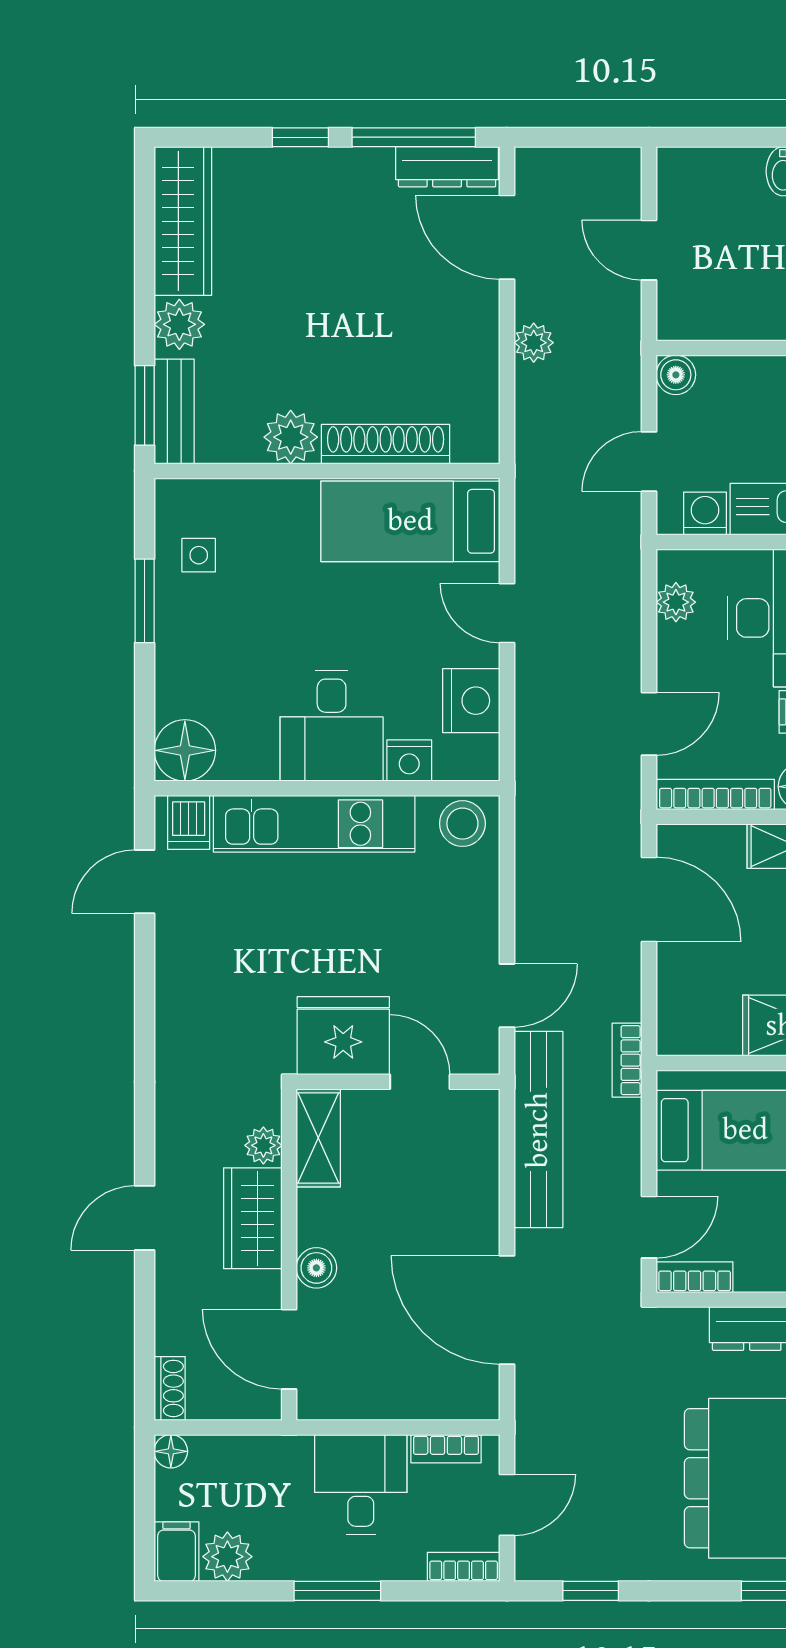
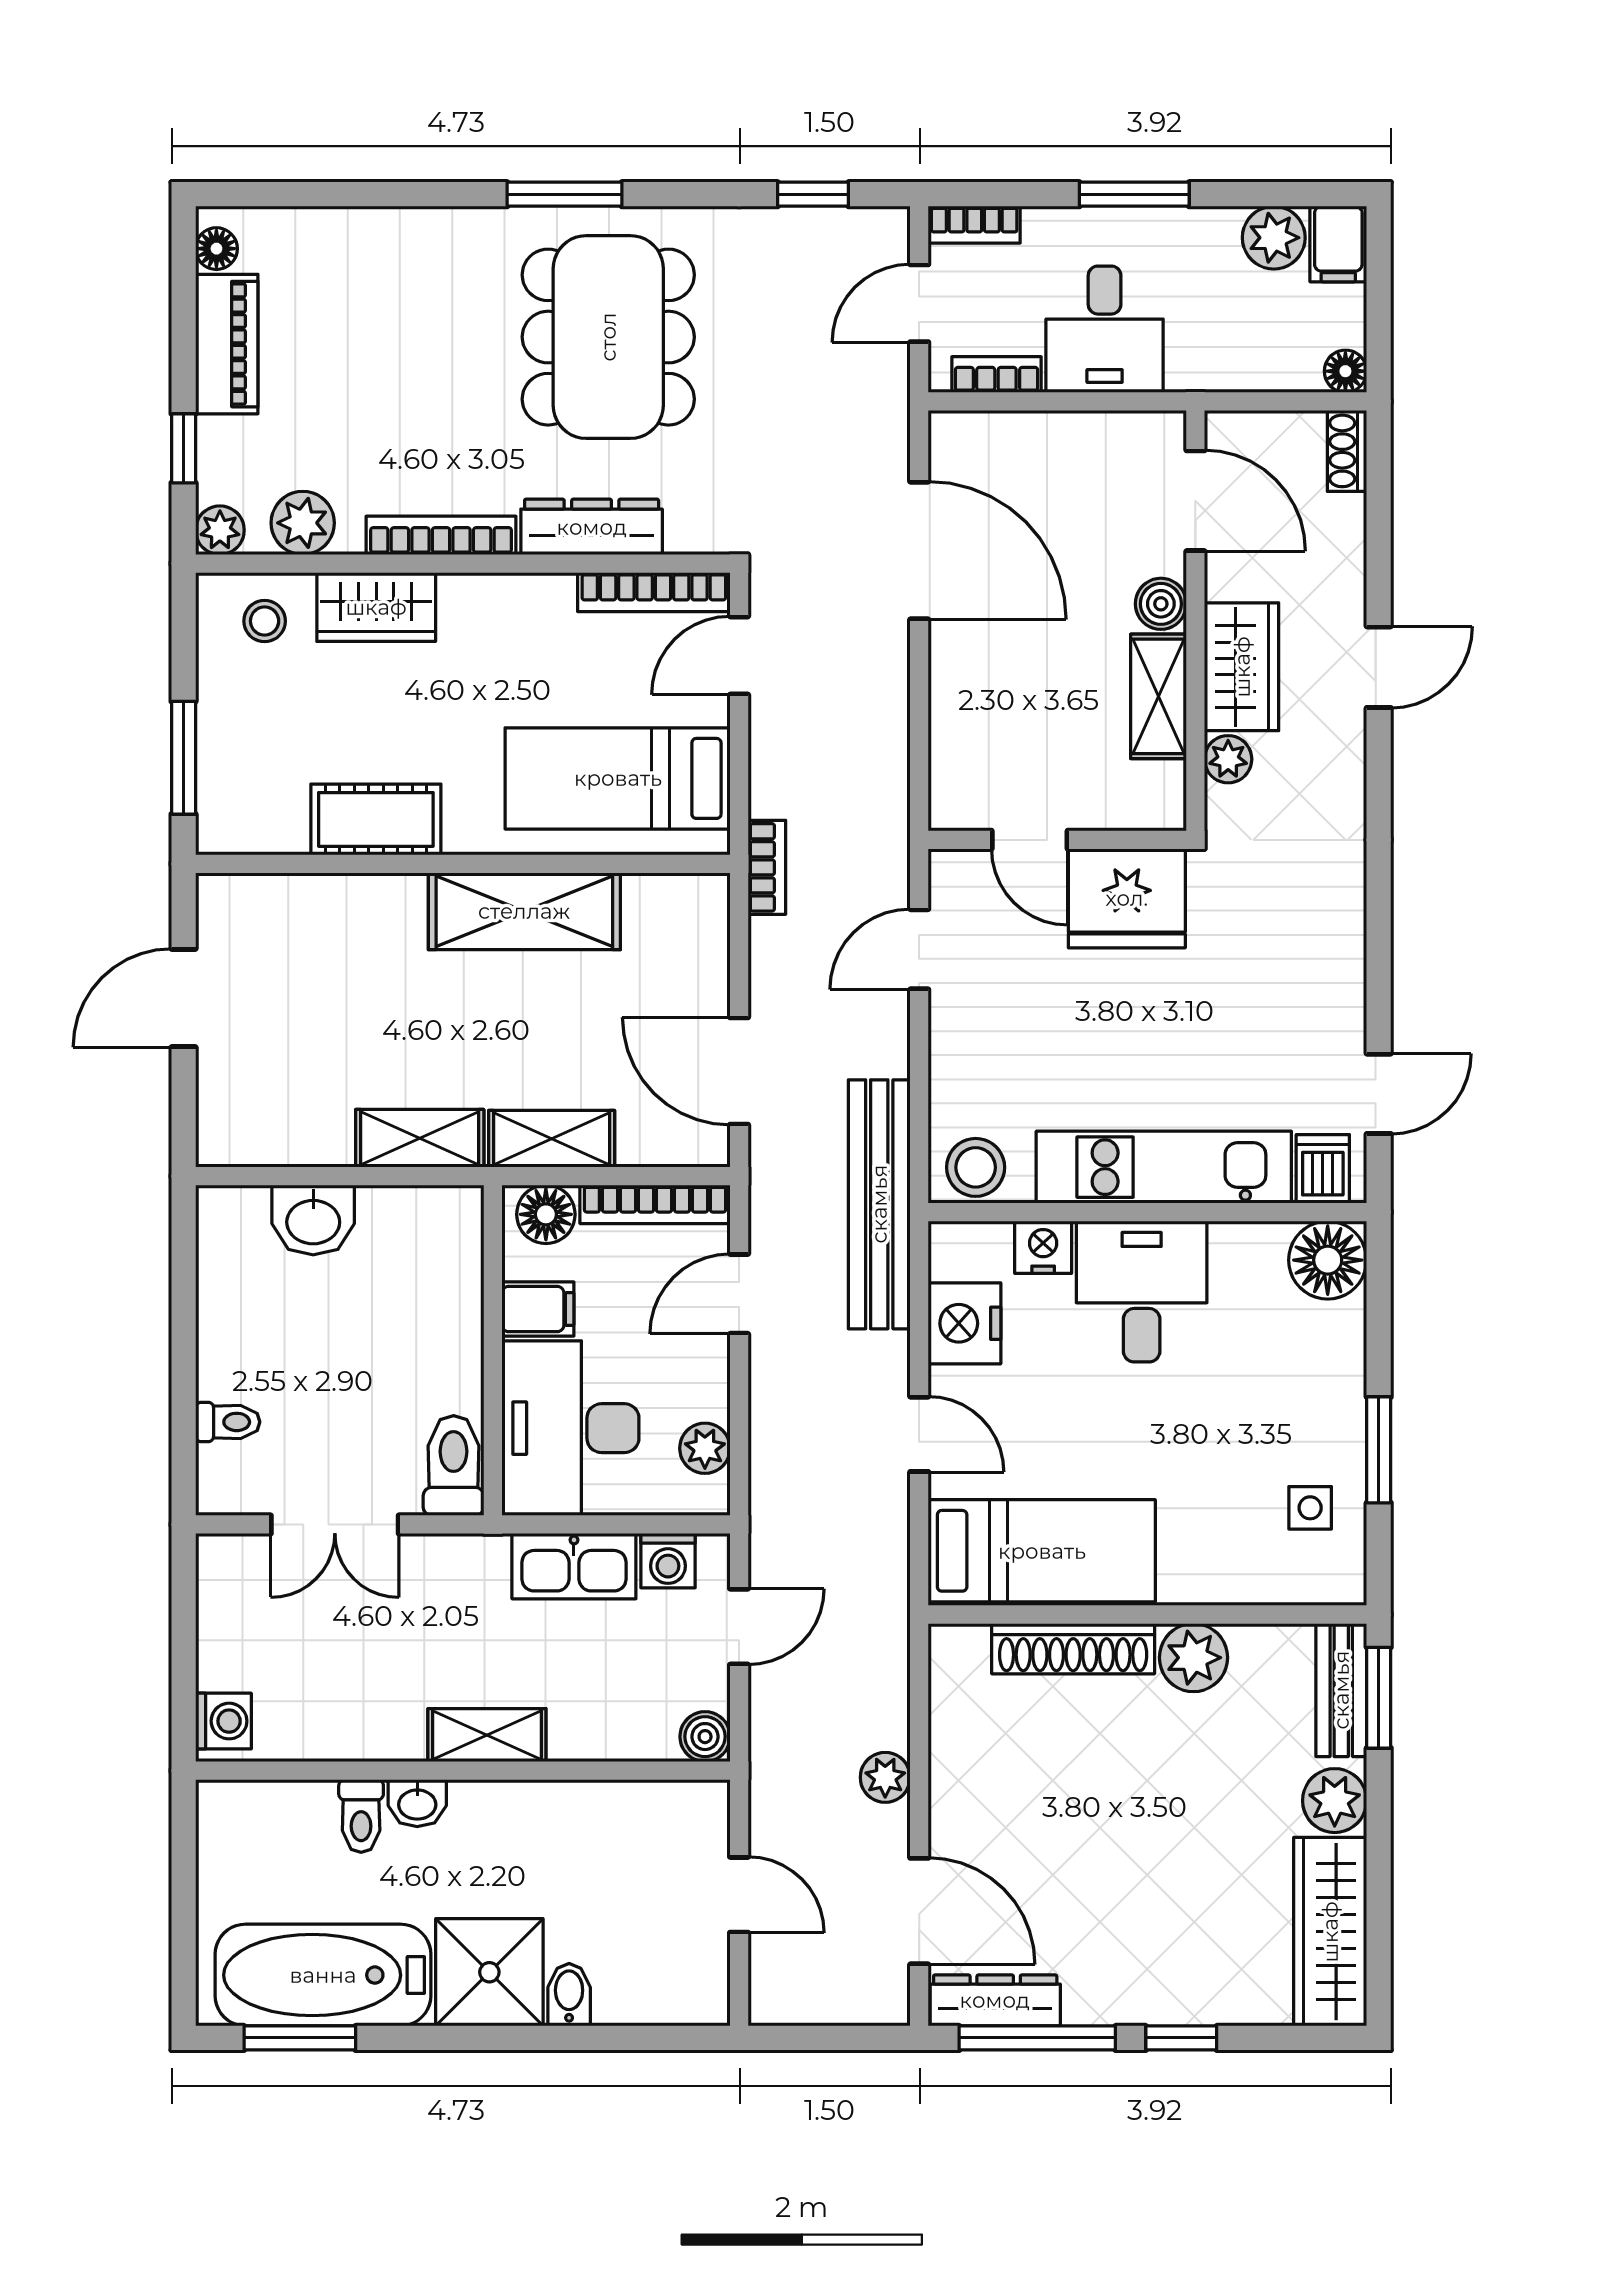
bench: (538, 1130) -> (879, 1204), moved
shelving: (318, 1138) -> (1158, 696), moved
bookcase: (695, 1277) -> (654, 592), width x1.56

